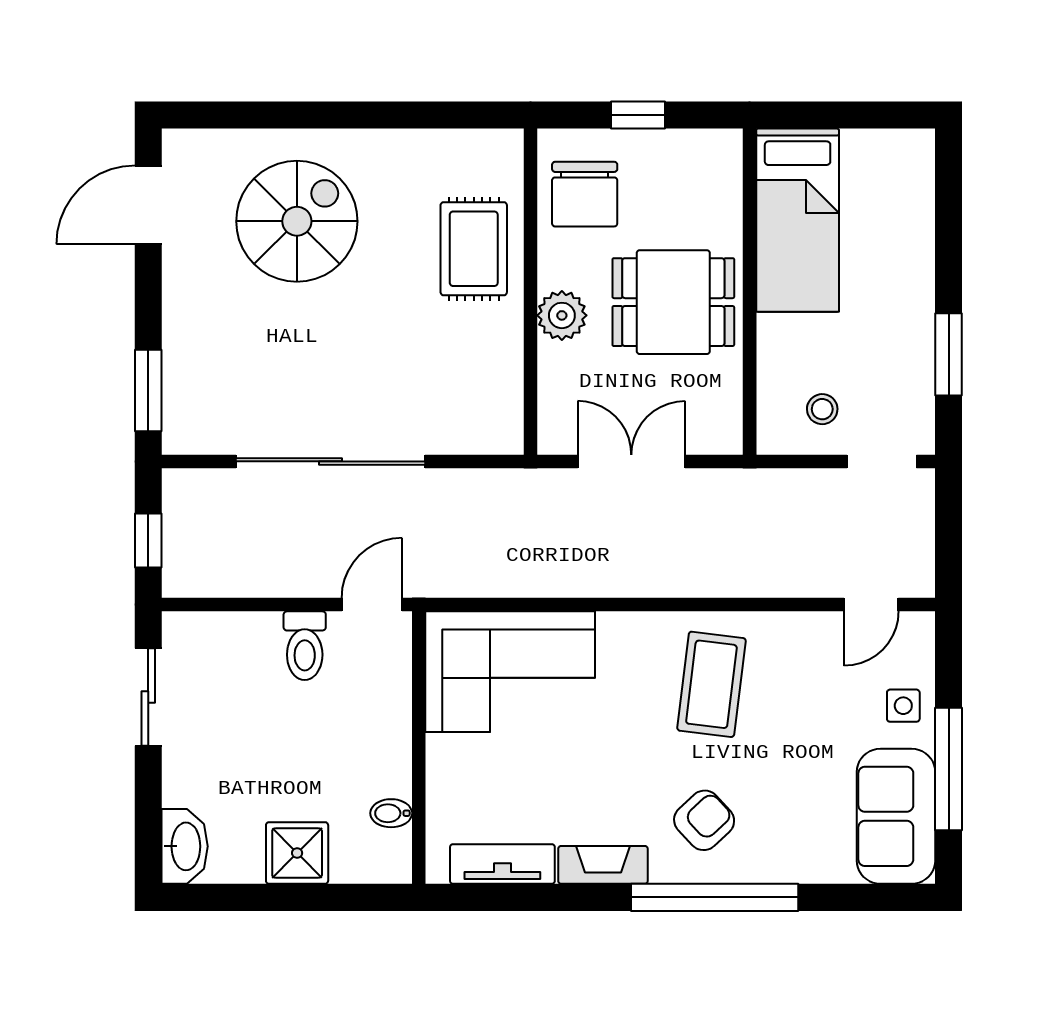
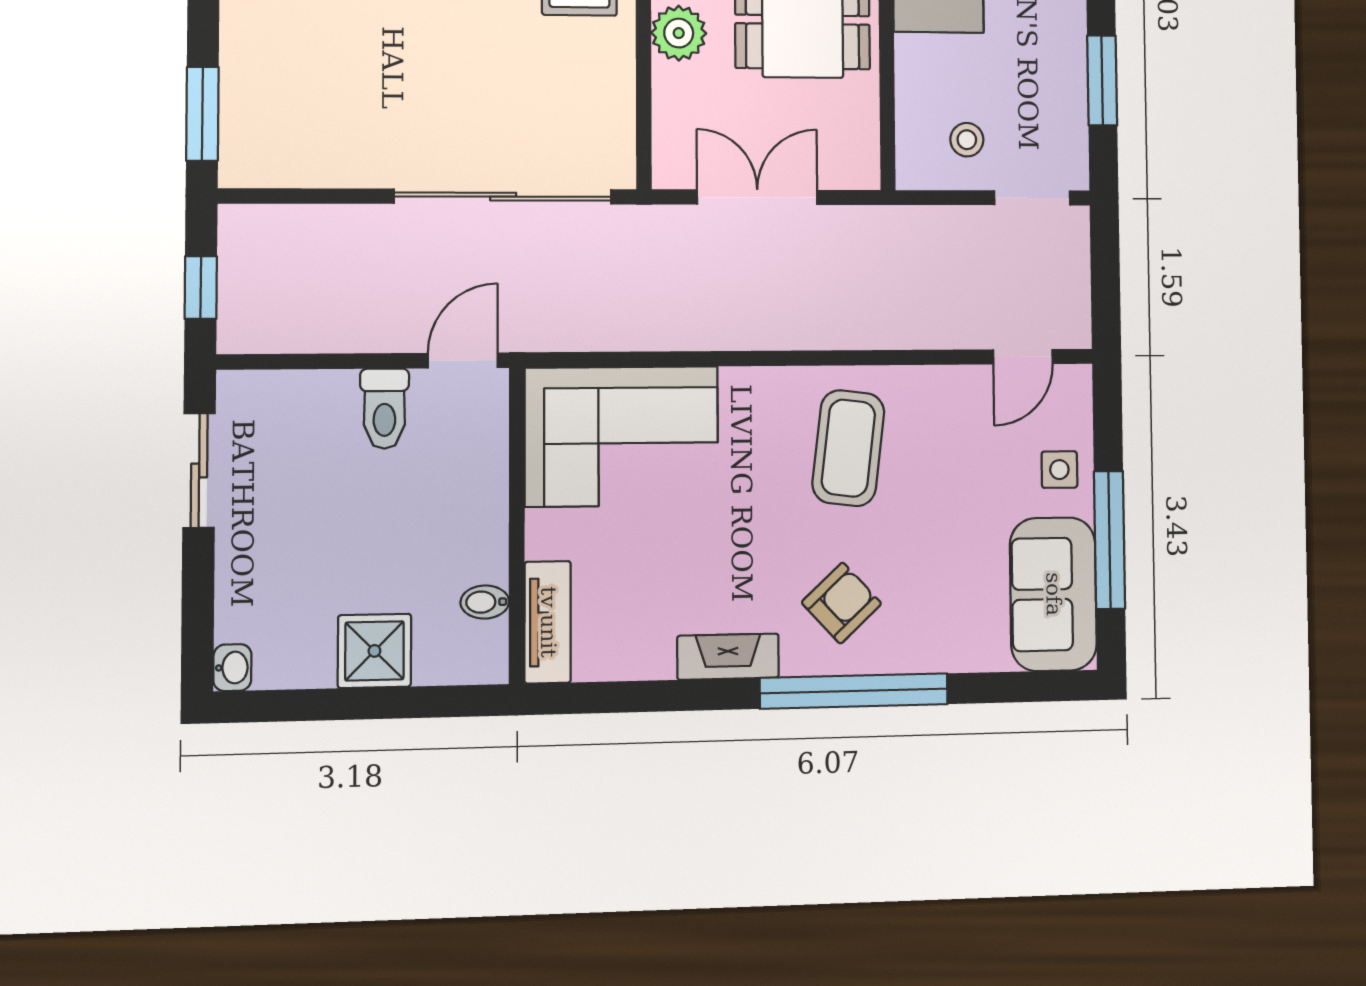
sliding door: (331, 461) -> (503, 197), moved
washbasin: (185, 846) -> (232, 668), width x0.52, depth x0.69
tv unit: (502, 864) -> (548, 622), moved, turned 90

